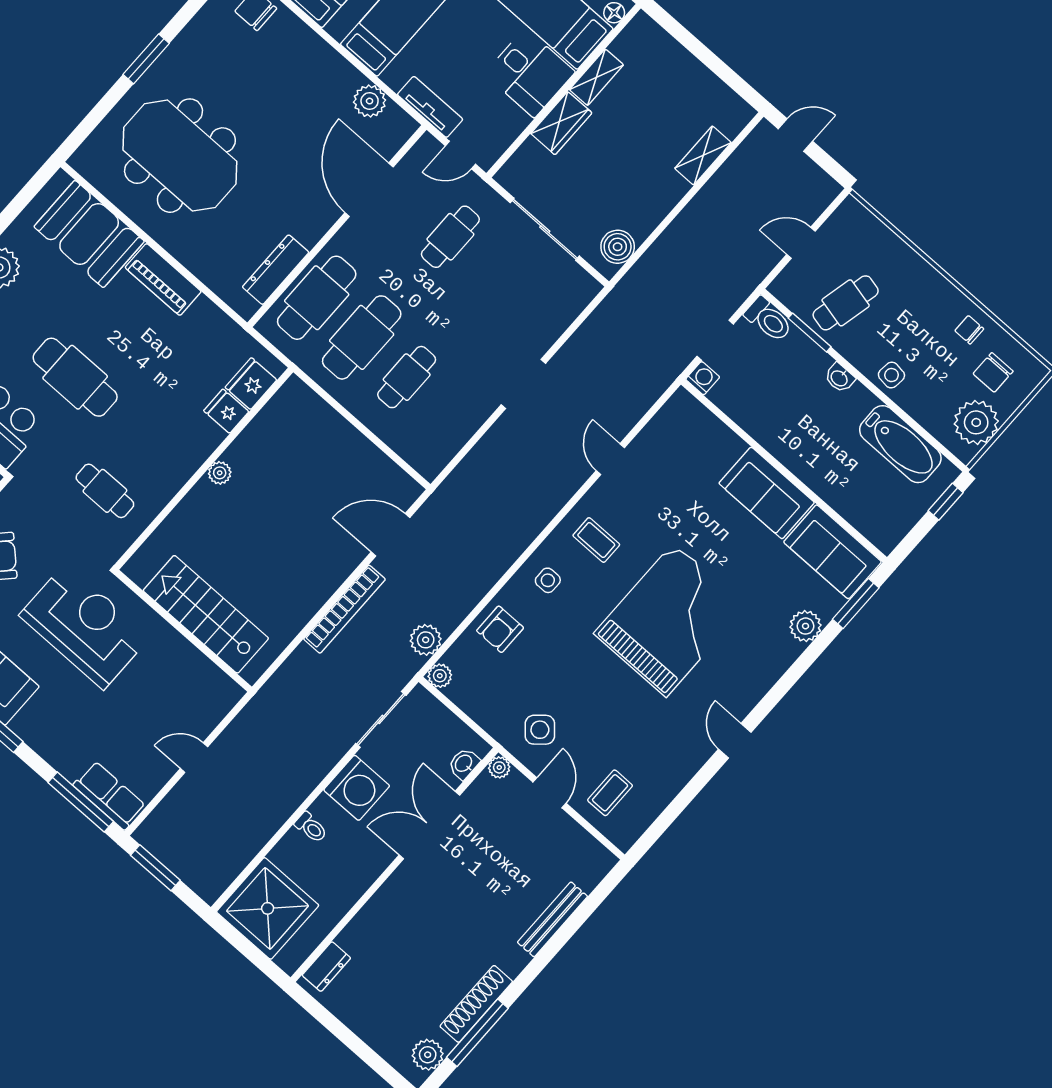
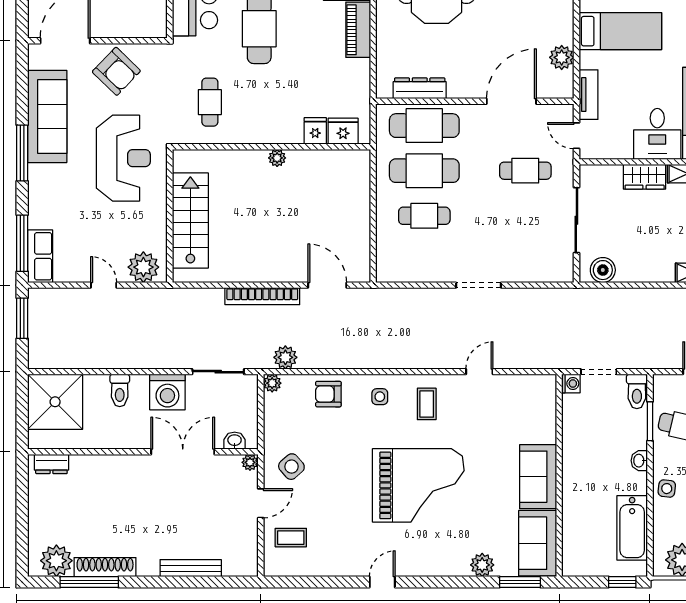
plant: (211, 702) -> (143, 267), added
toilet: (311, 827) -> (120, 390), width x1.37, depth x1.39
plant: (428, 1055) -> (56, 561), width x1.36, depth x1.36

